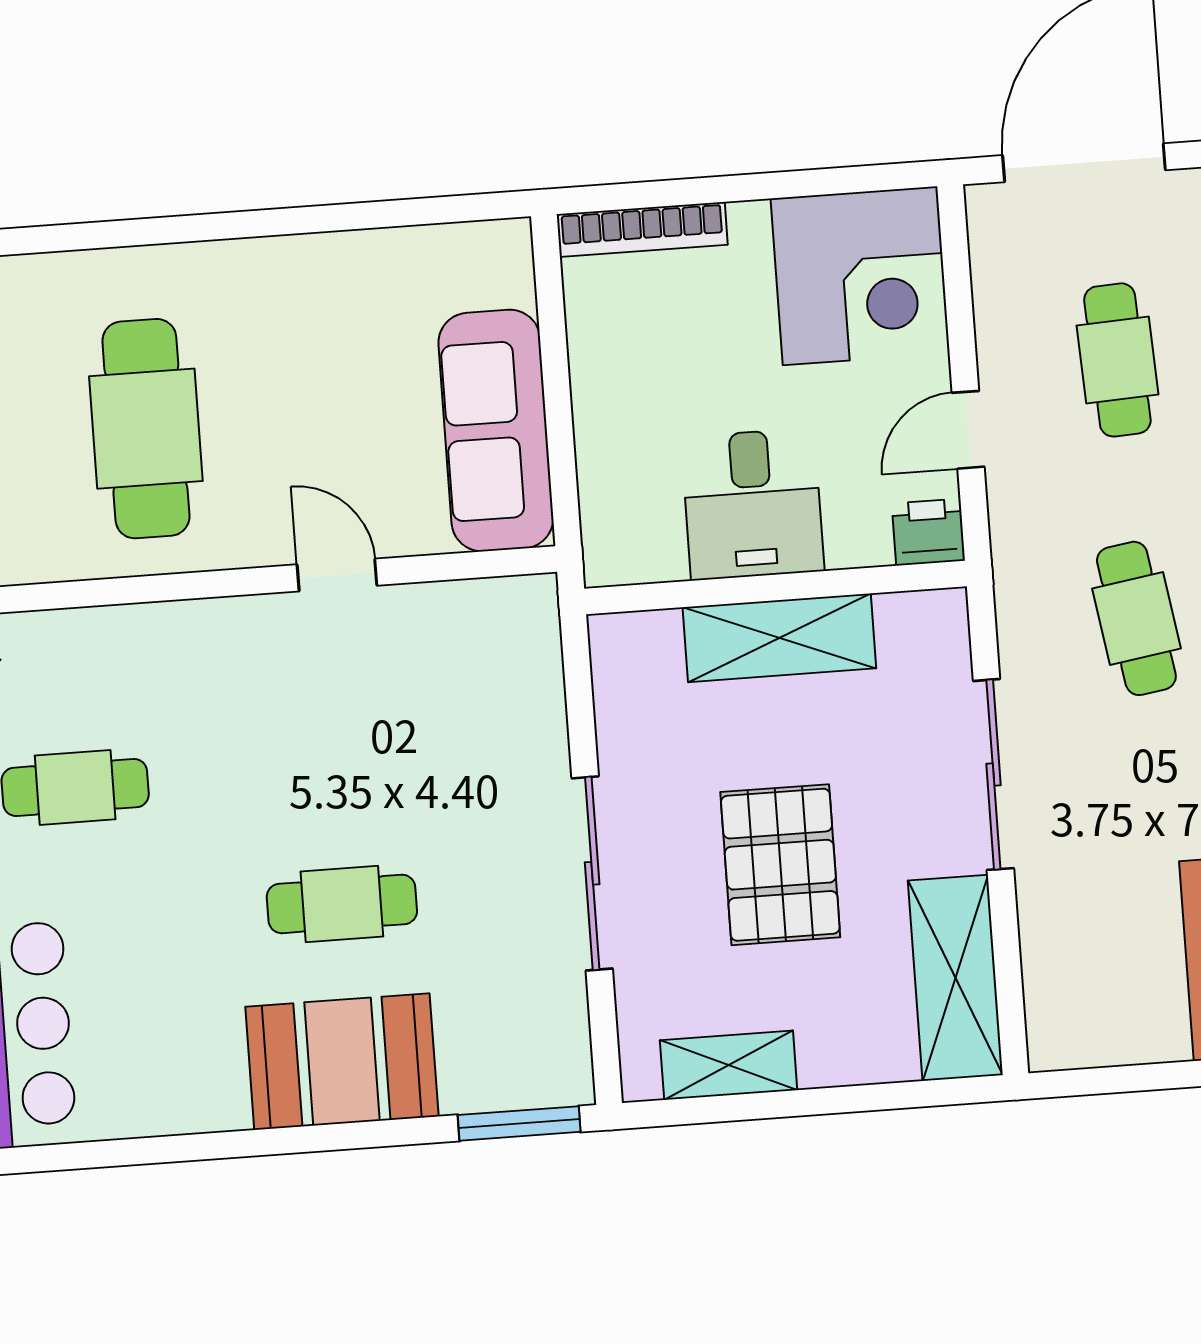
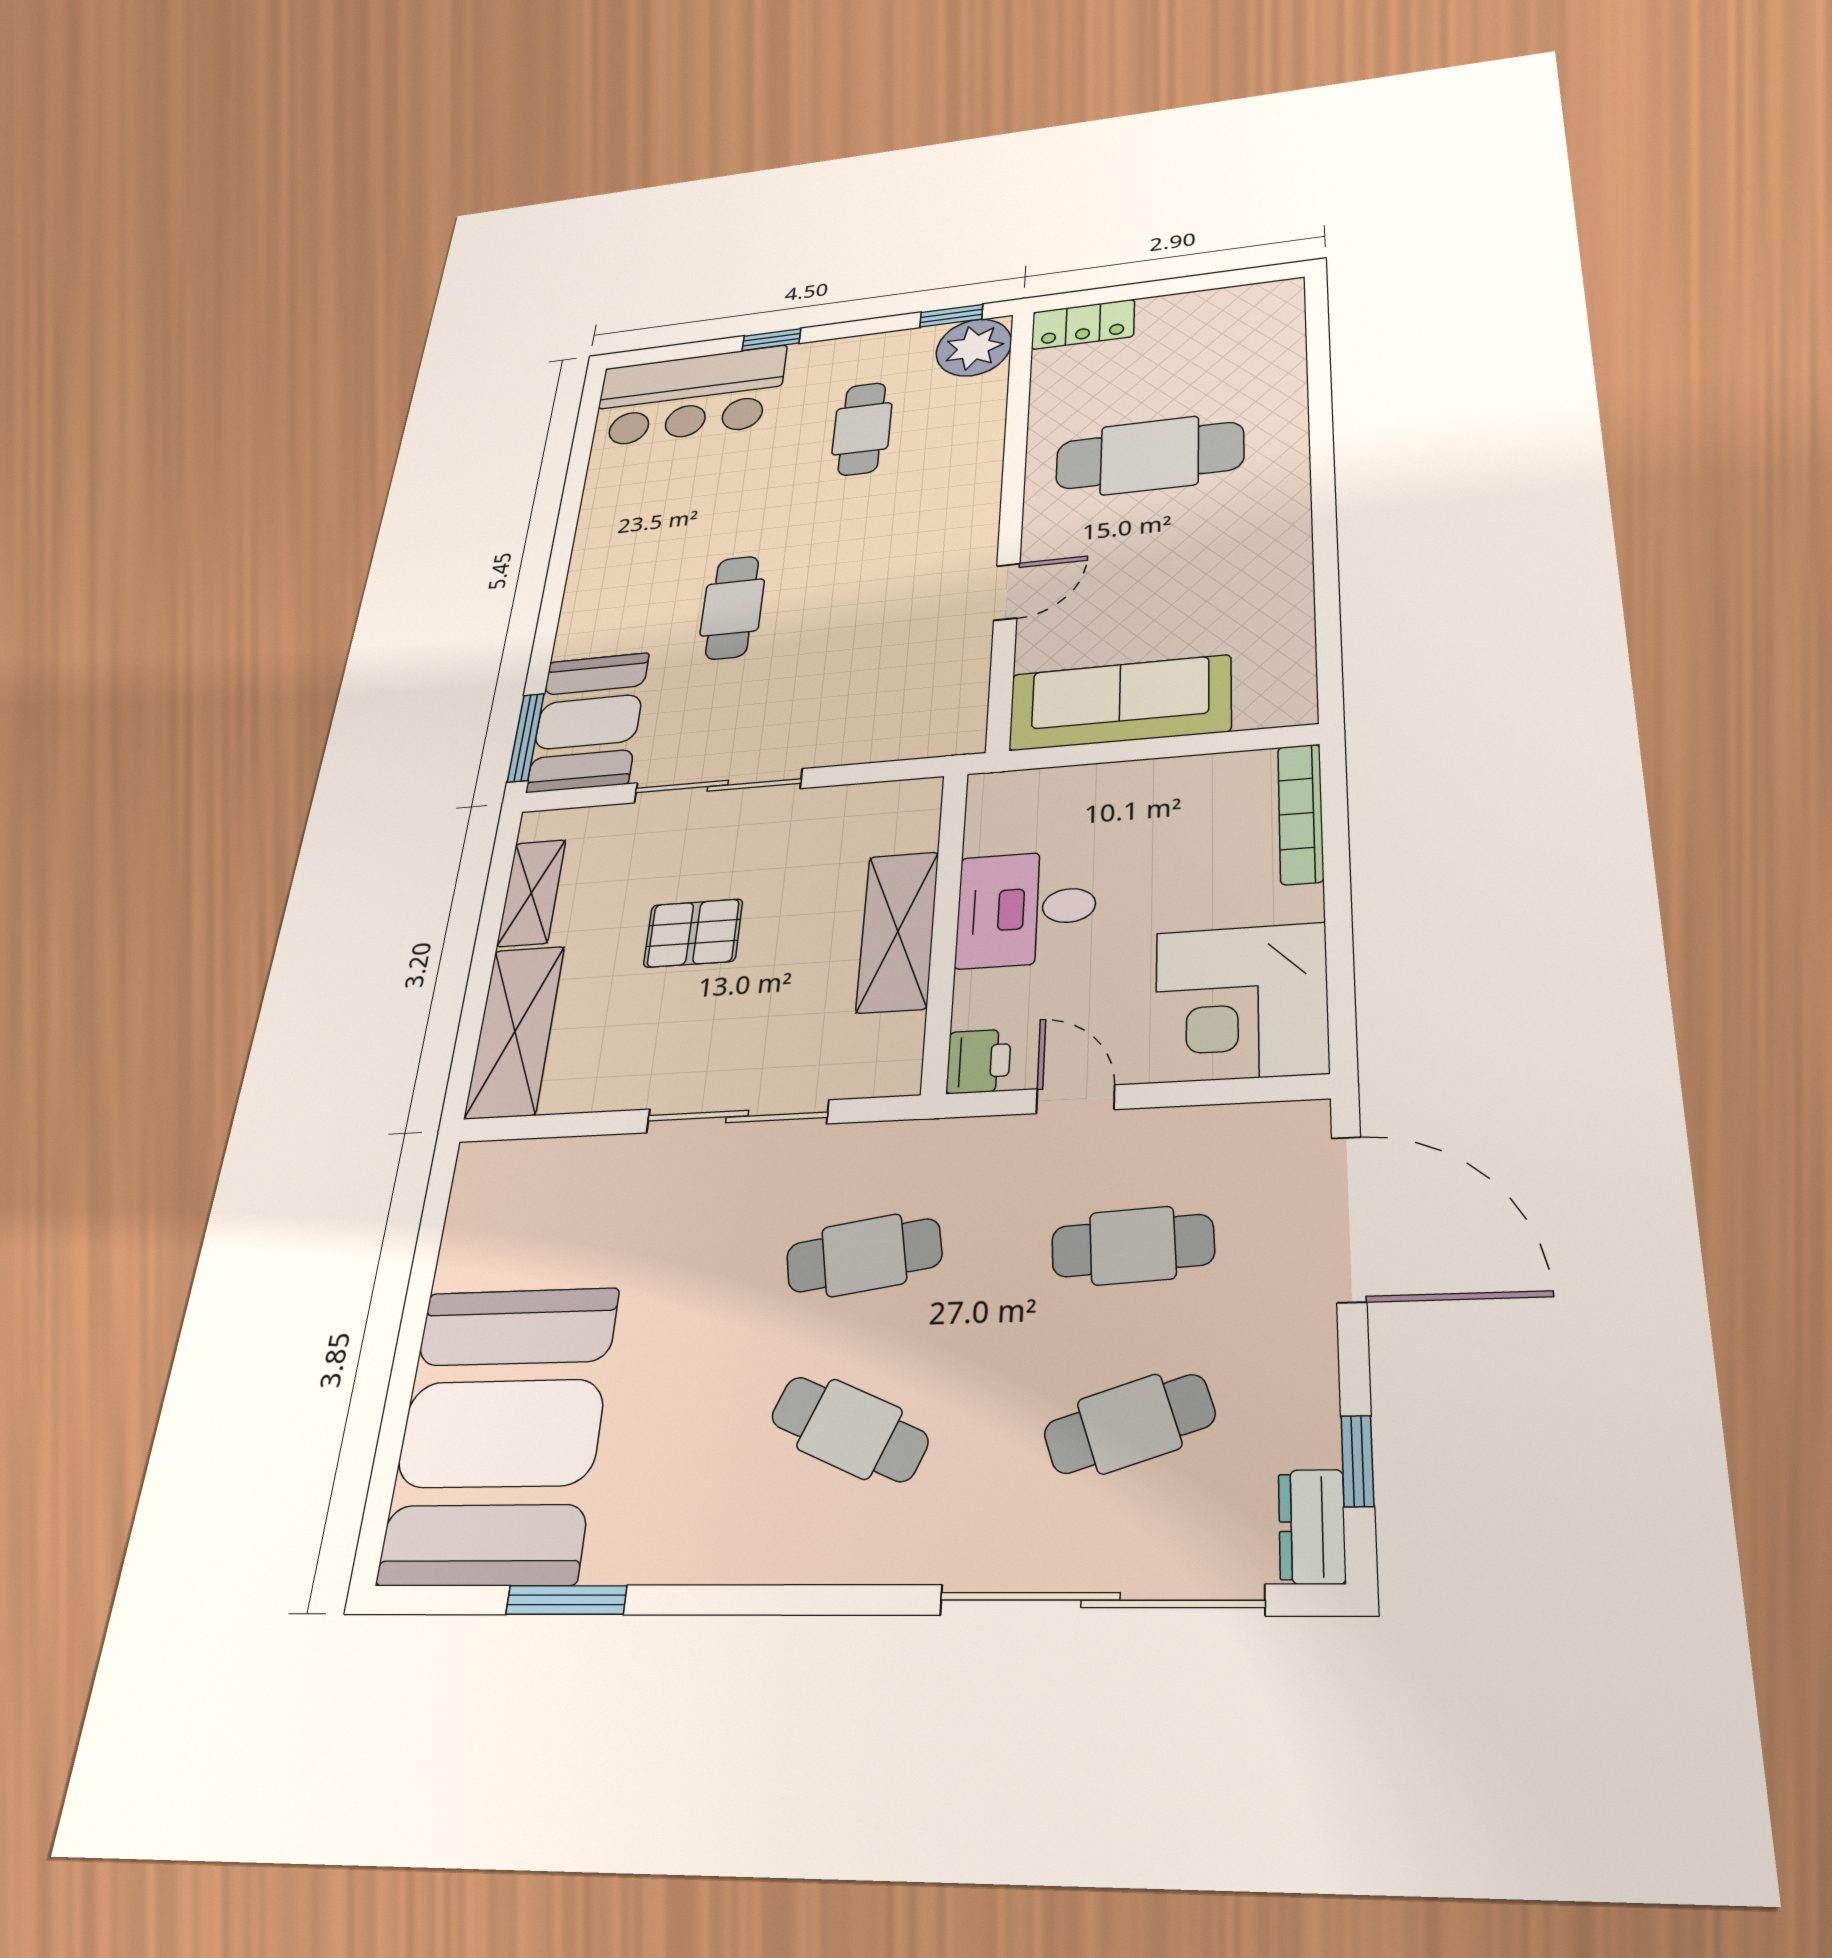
pallet: (780, 865) -> (693, 933), width x0.67, depth x0.71
shelving: (955, 978) -> (515, 1031), moved, turned 90
booth: (342, 1062) -> (588, 722), moved

